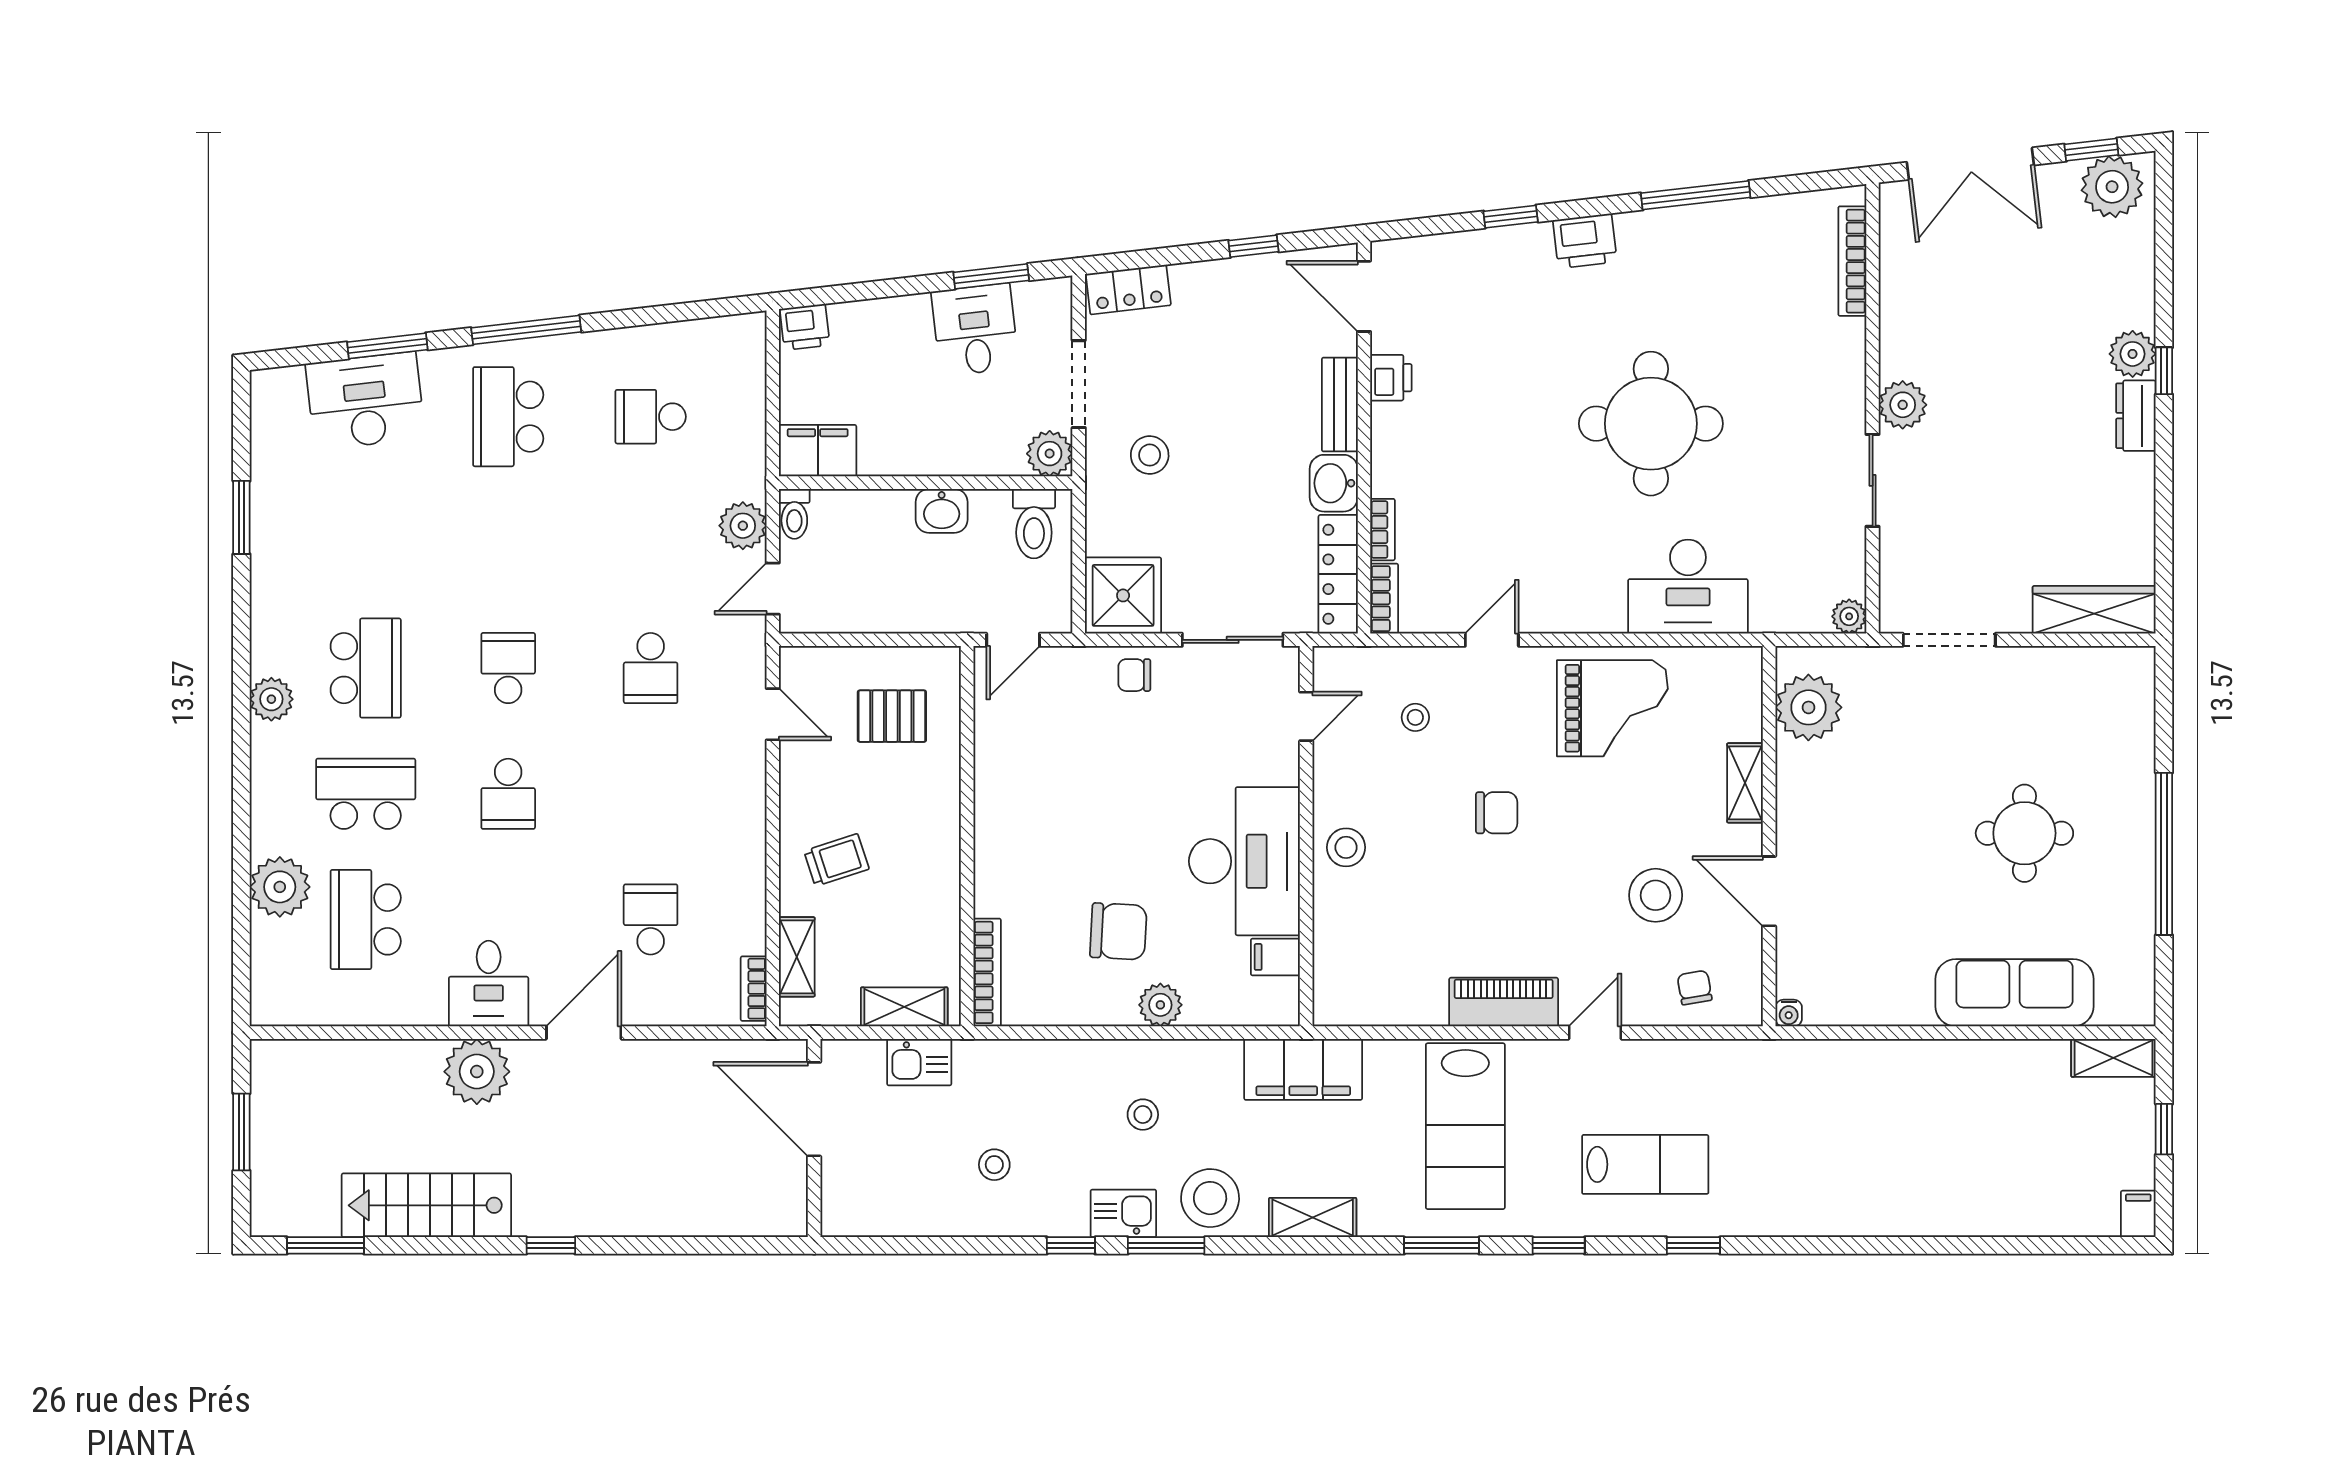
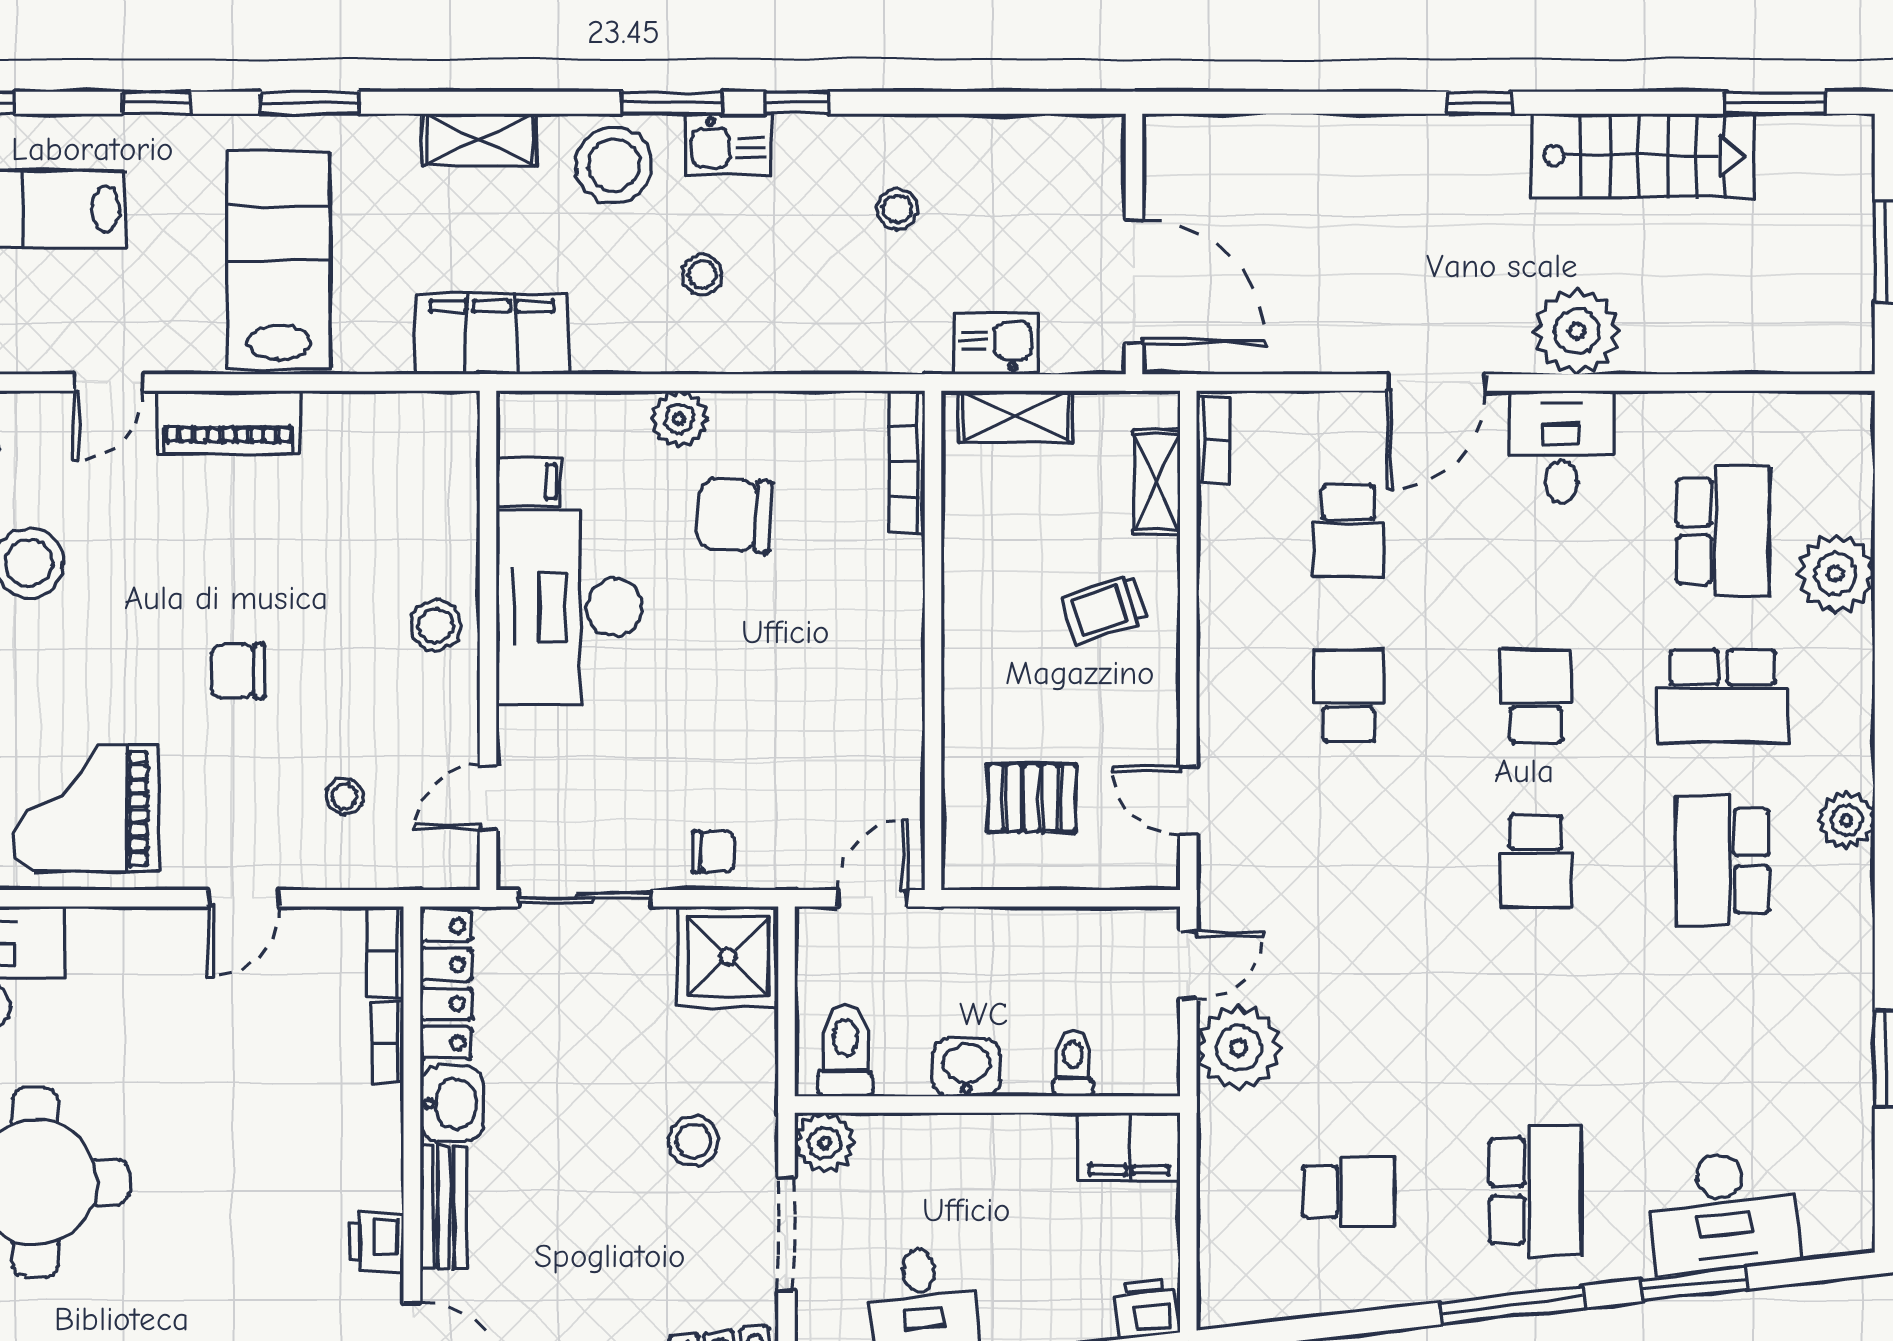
toilet: (794, 514) -> (1073, 1064), moved
plant: (743, 526) -> (1239, 1048), width x1.36, depth x1.36
school desk: (651, 668) -> (1349, 696), moved

